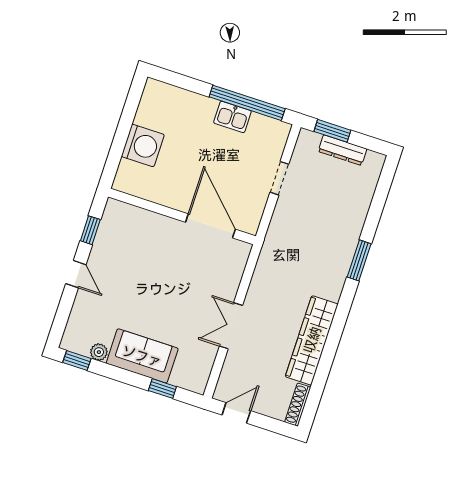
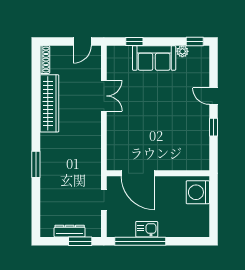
wall: (182, 216) -> (158, 173), moved
door: (210, 226) -> (138, 173), moved

